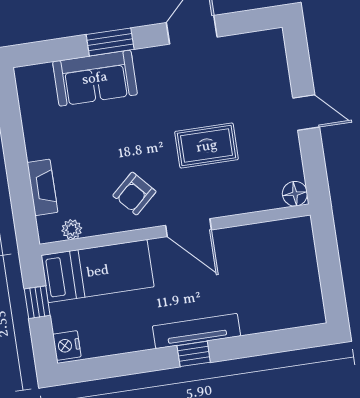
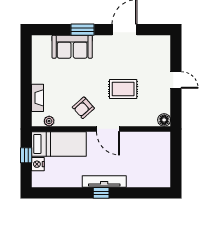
nightstand: (67, 345) -> (38, 164), moved

